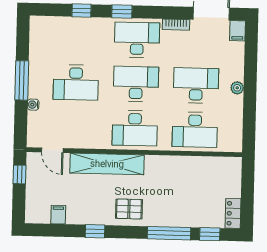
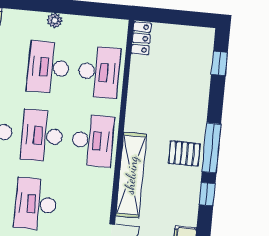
desk: (76, 83) -> (36, 204), turned 180
pallet: (129, 209) -> (184, 154), turned 90
locker: (233, 213) -> (141, 38), moved, turned -90
window: (169, 233) -> (211, 148), moved

